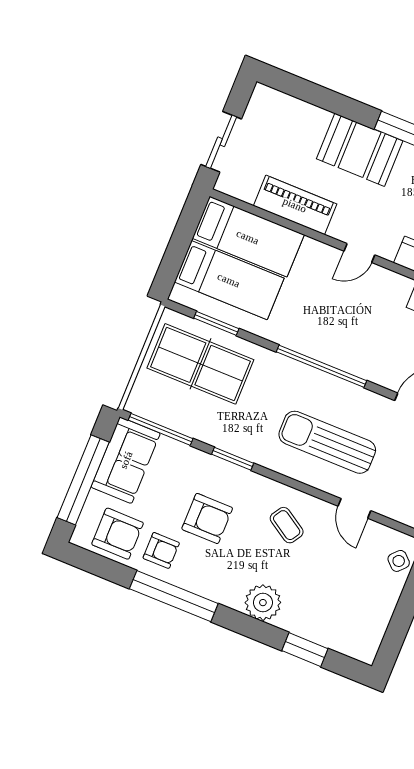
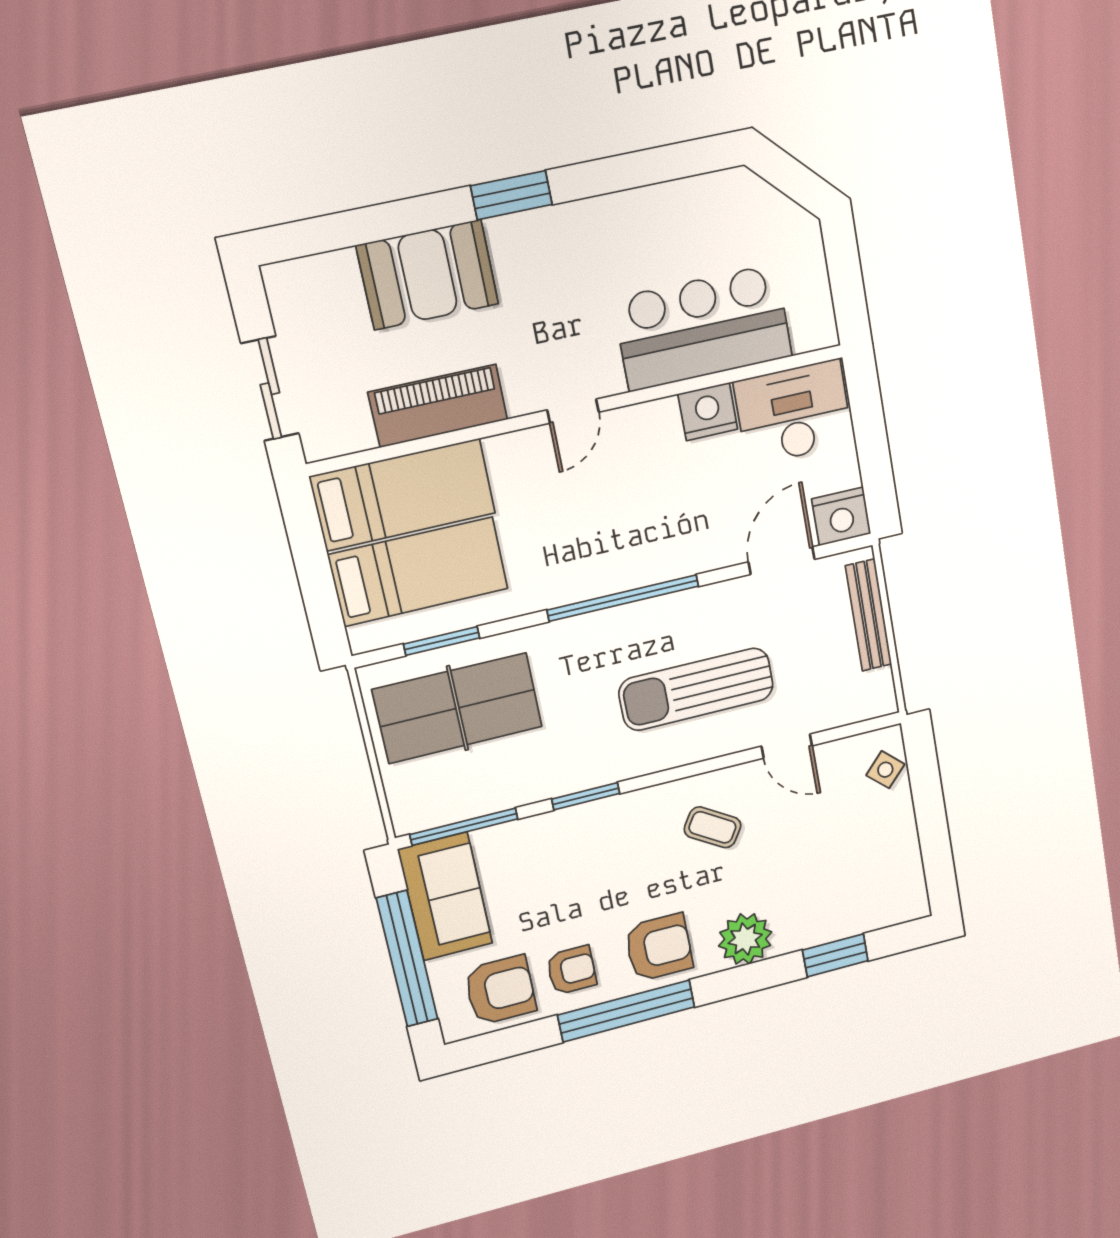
booth: (360, 150) -> (428, 275), moved
armchair: (207, 519) -> (659, 947), moved

